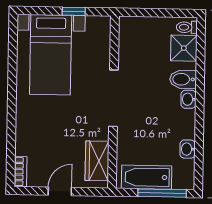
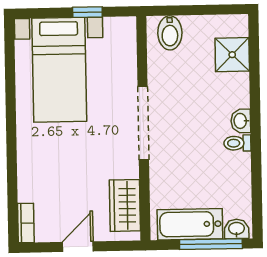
toilet: (187, 27) -> (237, 143), moved
bidet: (183, 79) -> (170, 33), moved, turned -90
washbasin: (188, 149) -> (237, 229), moved, turned 90

